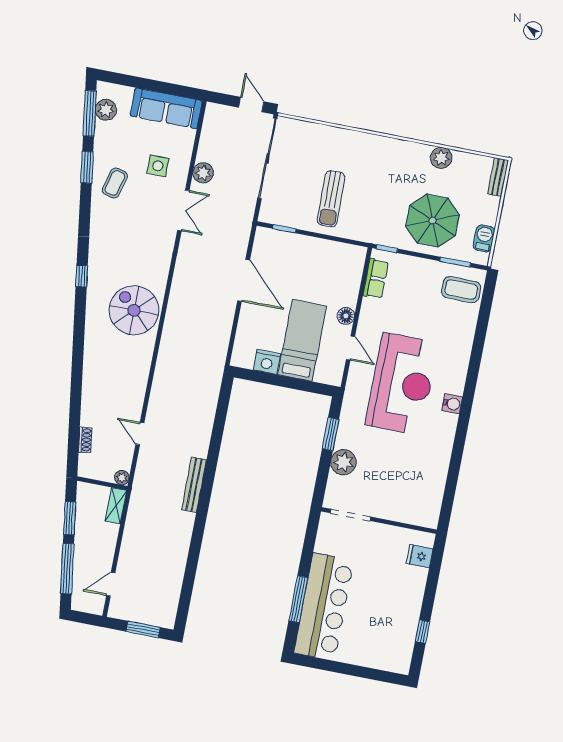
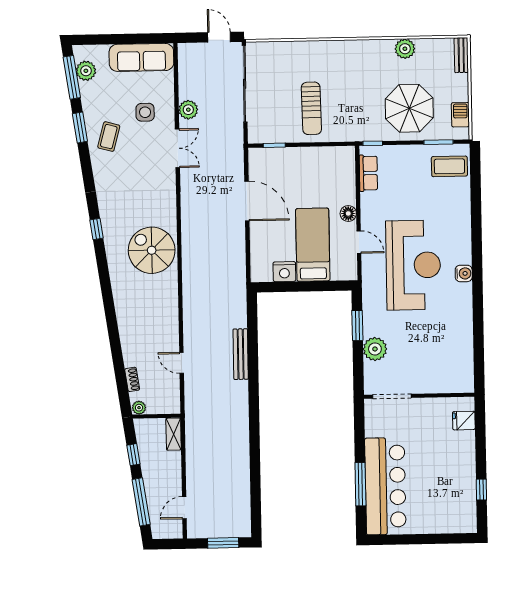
plant: (122, 478) -> (139, 408), moved
bench: (194, 485) -> (241, 354), moved
window: (70, 518) -> (133, 455), width x0.67

